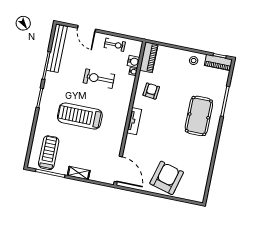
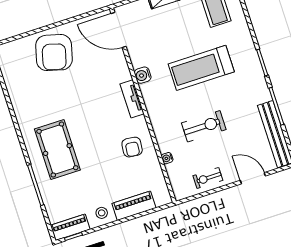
piano: (149, 57) -> (134, 206), moved, turned 90
water cooler: (134, 62) -> (143, 75), moved
treadmill: (80, 116) -> (201, 68), turned 180

